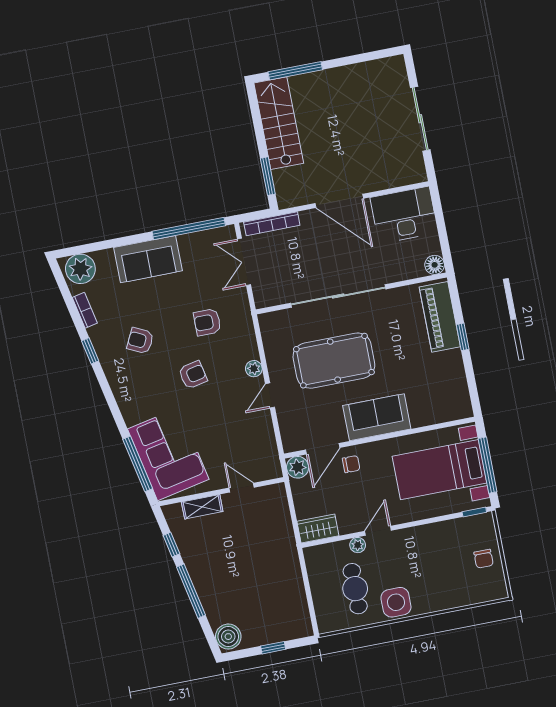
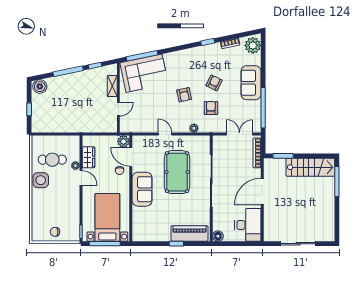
armchair: (140, 341) -> (214, 83), moved
plant: (254, 369) -> (194, 128), moved
wardrobe: (318, 528) -> (88, 157), moved

